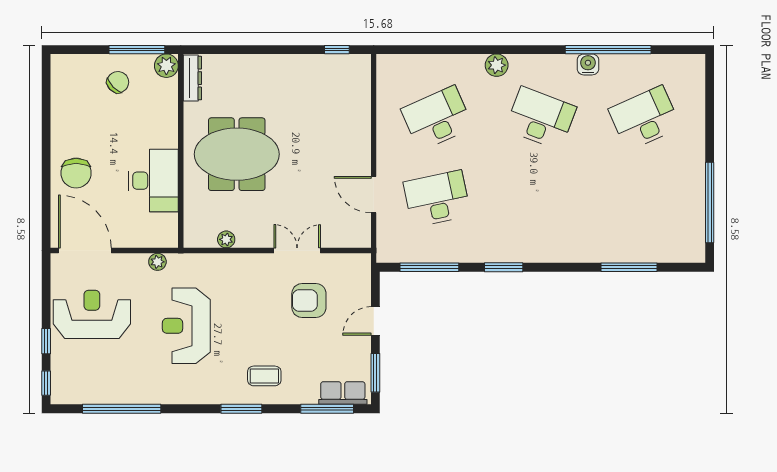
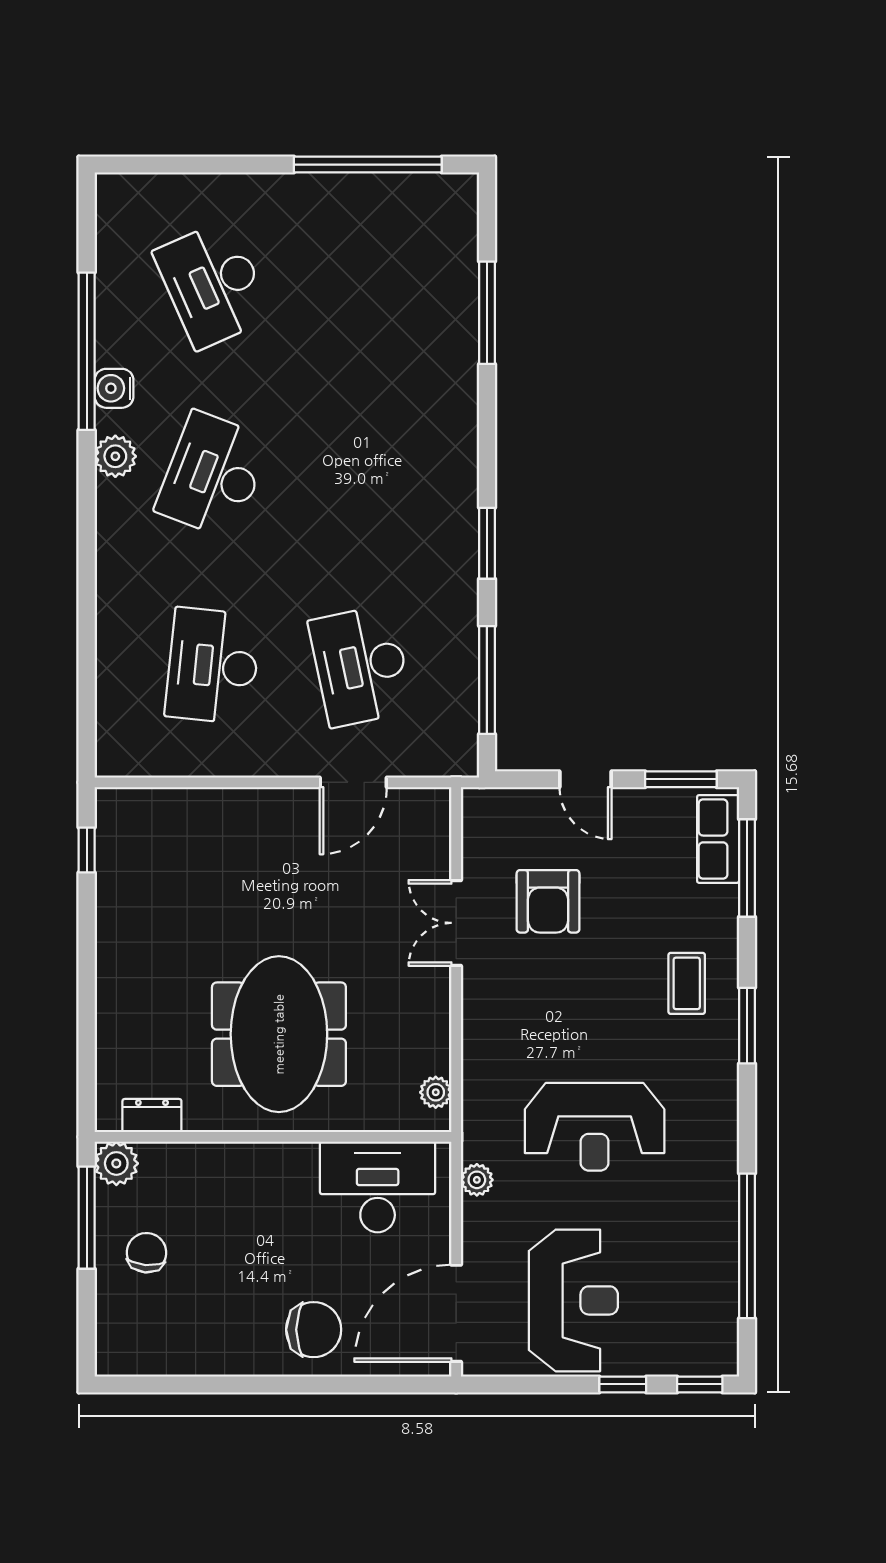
plant: (497, 65) -> (115, 456), moved
dresser: (192, 78) -> (152, 1116), width x0.70
chair: (118, 82) -> (147, 1253), turned 49
desk: (437, 118) -> (213, 666), turned 30
desk: (154, 181) -> (378, 1187), moved
plant: (226, 239) -> (436, 1092), moved
reception desk: (92, 314) -> (573, 1300), turned 180

